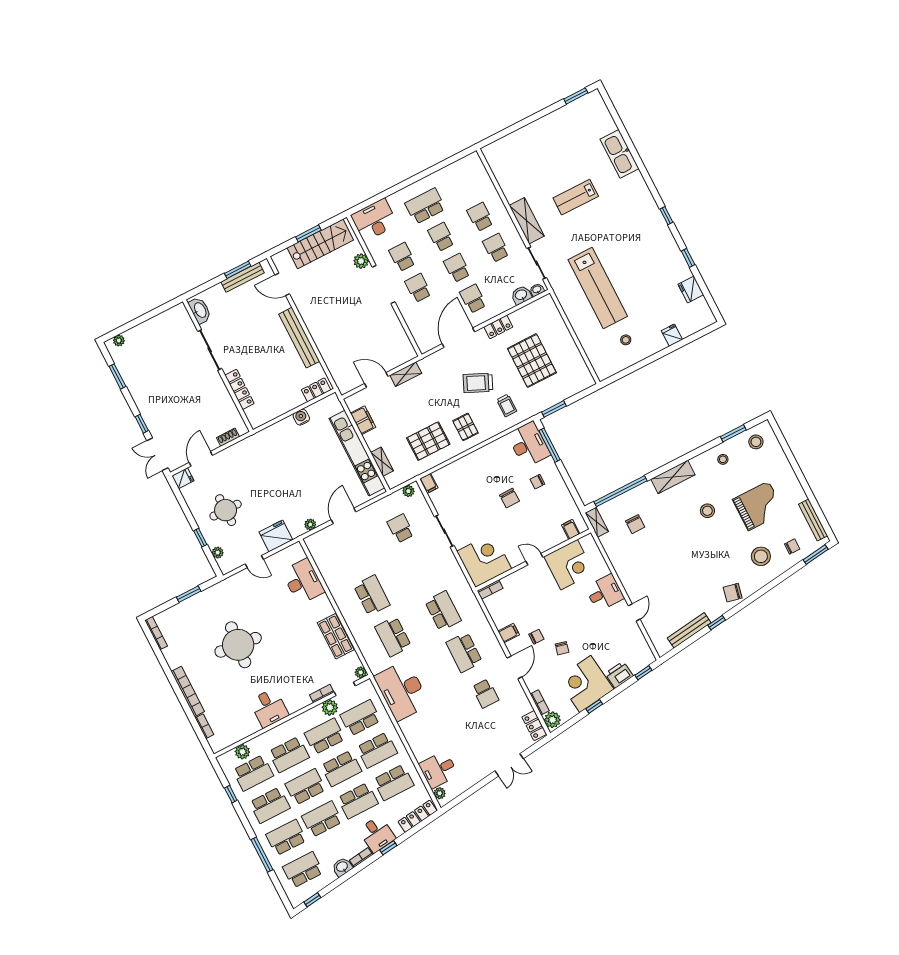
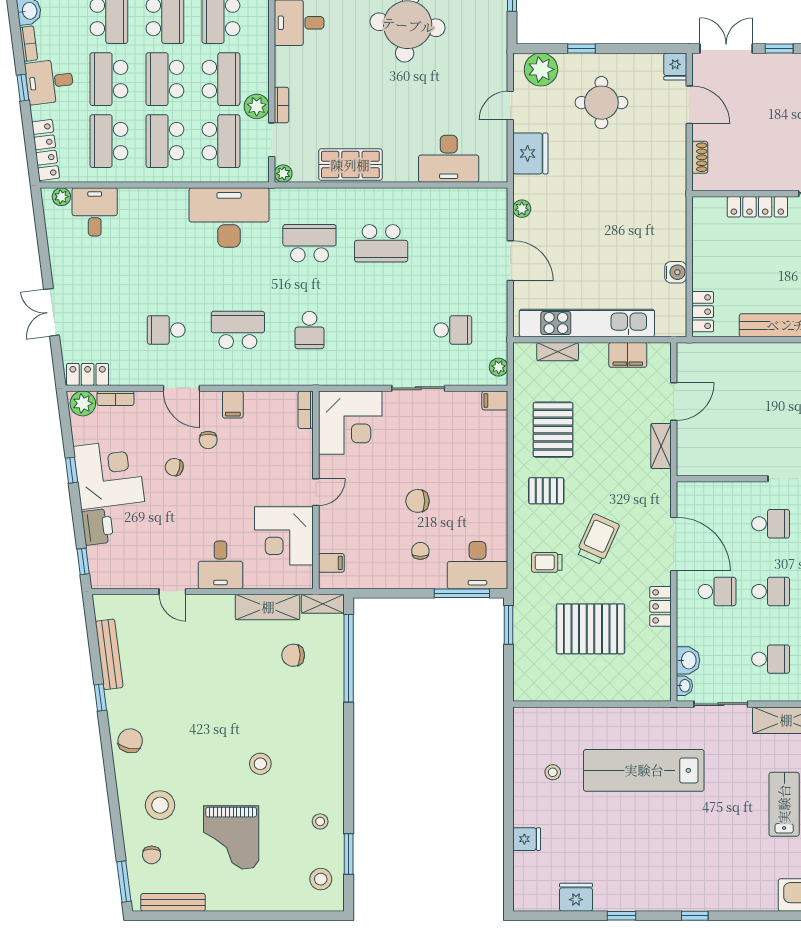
shelving: (673, 477) -> (268, 607), moved, turned 90
plant: (218, 553) -> (541, 69), width x1.88, depth x1.88
school desk: (443, 611) -> (309, 330), width x0.54

